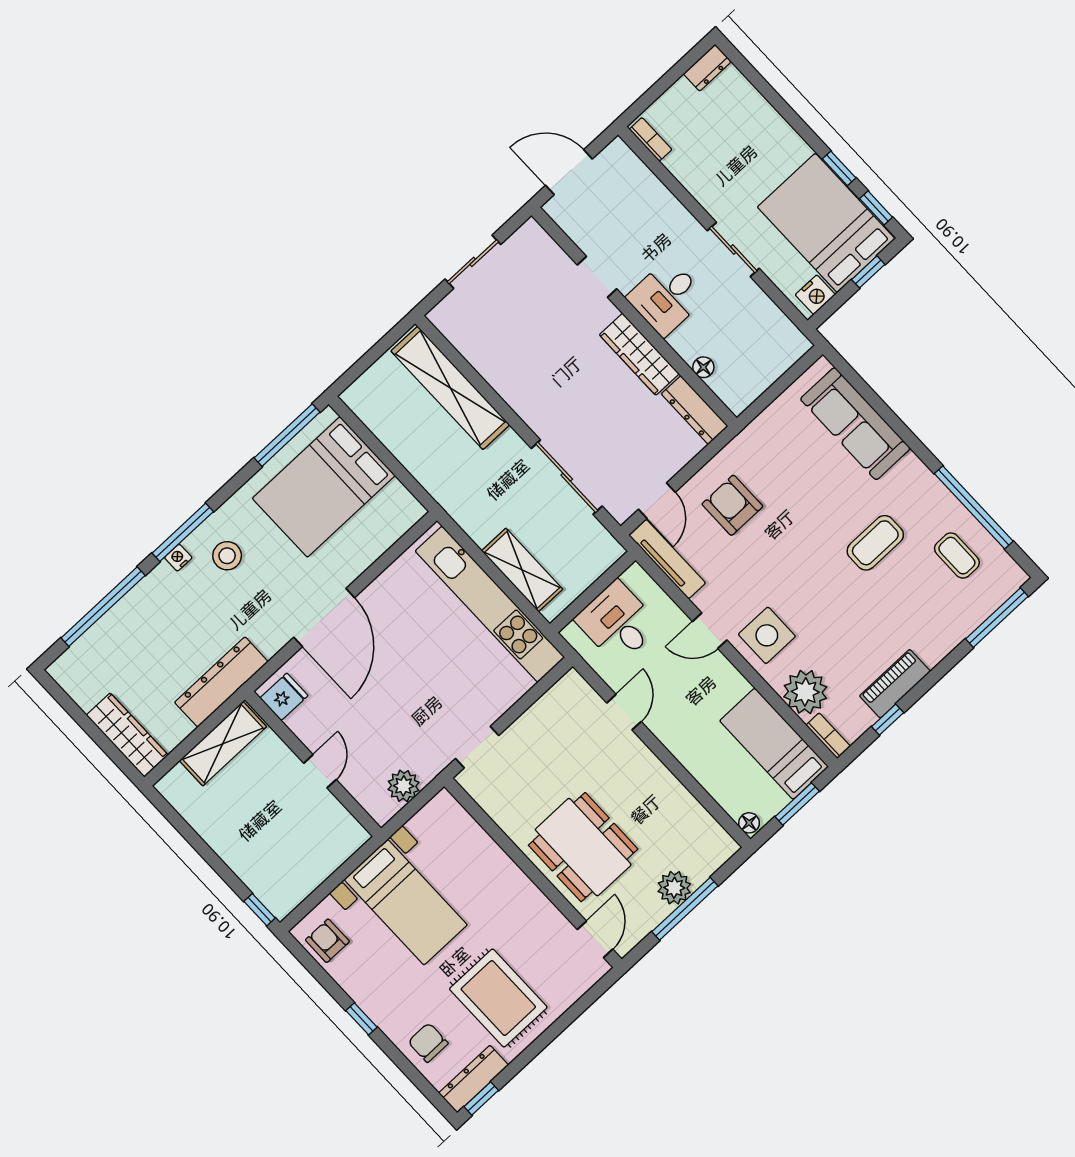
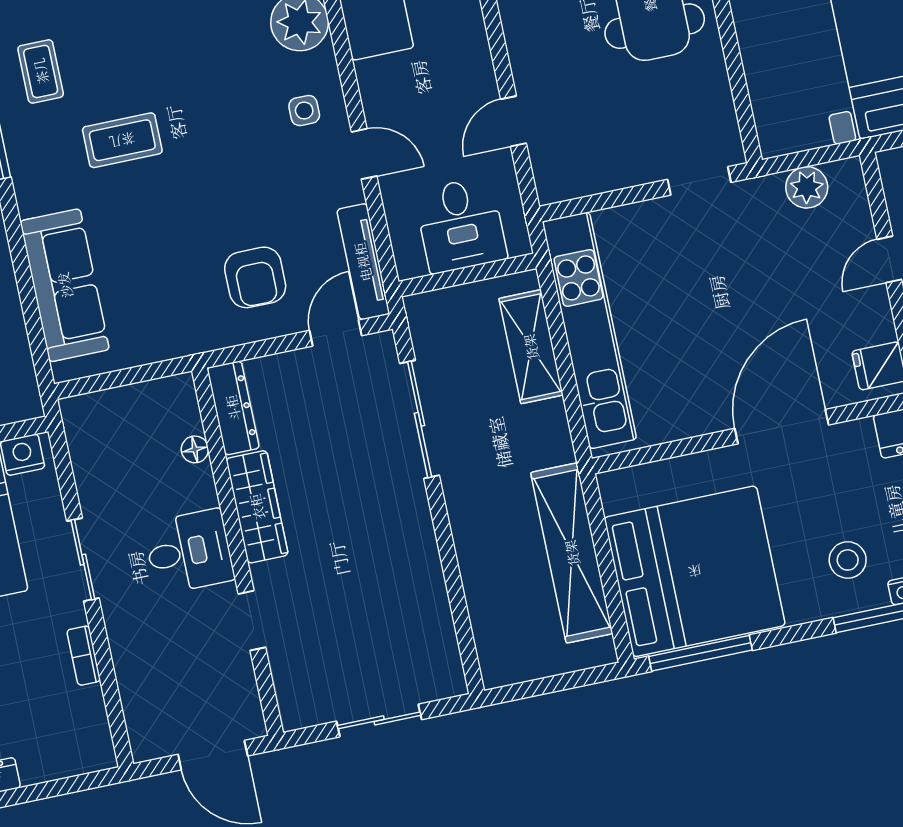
bookcase: (651, 139) -> (84, 656), moved
shelving: (450, 388) -> (572, 553), moved
bed: (324, 487) -> (695, 571), width x1.36
side table: (767, 635) -> (304, 111), width x0.54, depth x0.54

